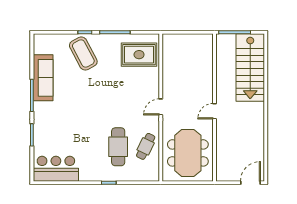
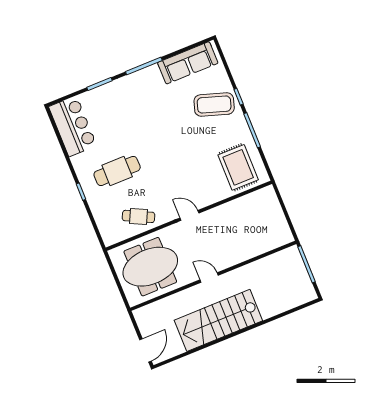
coffee table: (83, 53) -> (214, 105), turned 46
stairs: (250, 68) -> (218, 320), moved
sofa: (43, 78) -> (188, 63), moved
cafe table: (118, 147) -> (117, 171), moved
door: (250, 183) -> (145, 350), hinge flipped

